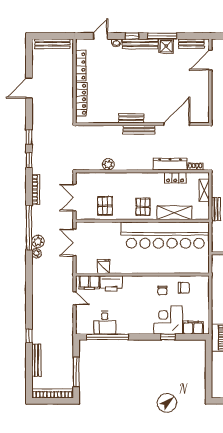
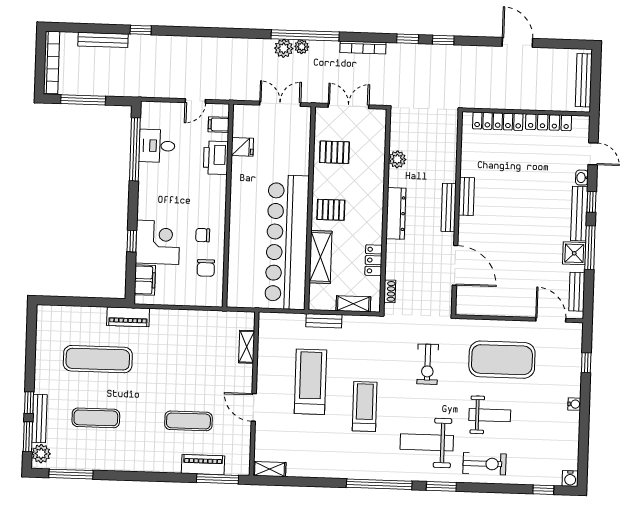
dresser: (170, 164) -> (396, 213), moved
plant: (37, 253) -> (302, 47), moved
filing cabinet: (89, 282) -> (219, 125), width x0.50

